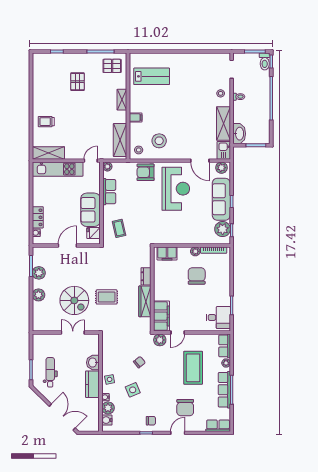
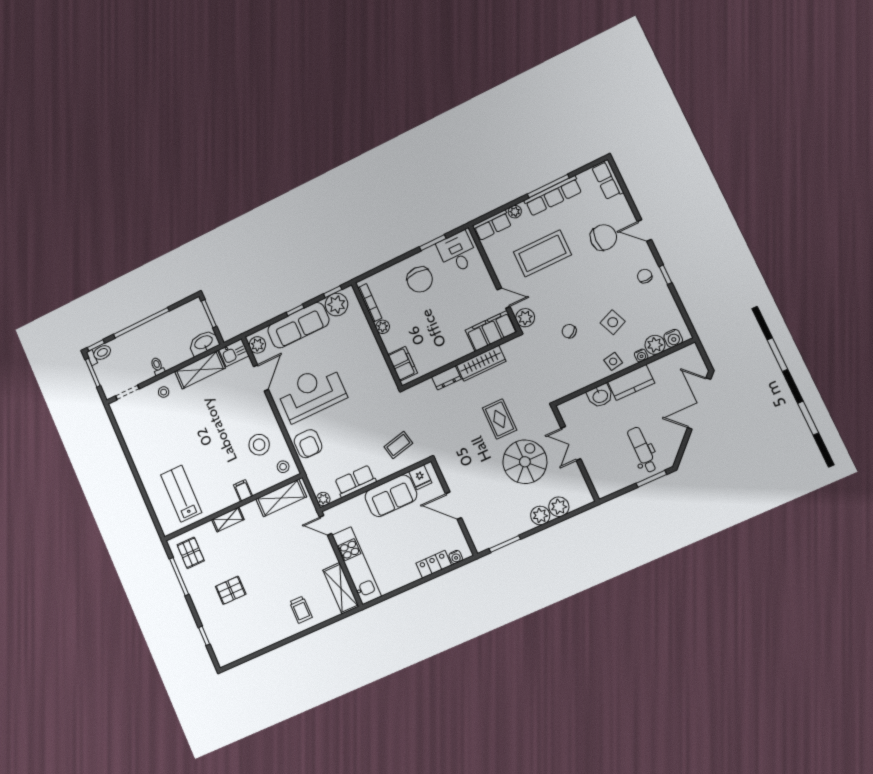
plant: (39, 273) -> (559, 507), moved
chair: (197, 276) -> (420, 279), moved, turned -90
dental chair: (50, 372) -> (642, 450), turned 90

